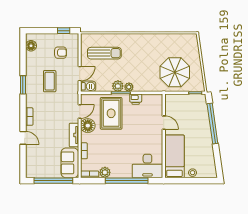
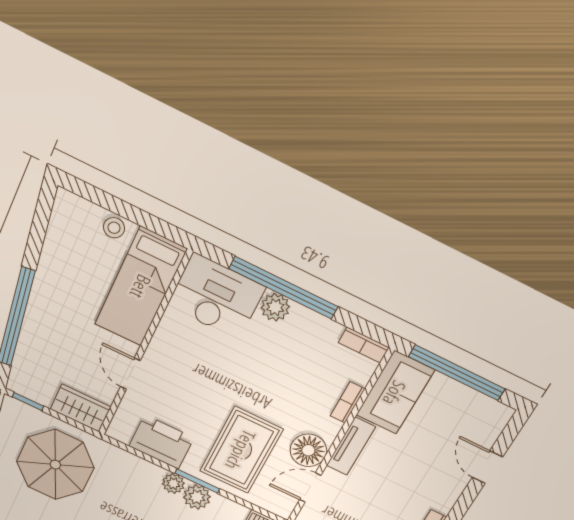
printer: (136, 99) -> (162, 442), width x1.87, depth x1.48
wardrobe: (175, 100) -> (80, 408), added
door: (23, 138) -> (487, 467), moved
plant: (105, 172) -> (275, 307), moved

